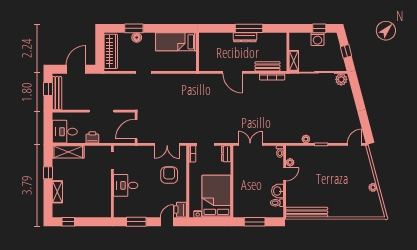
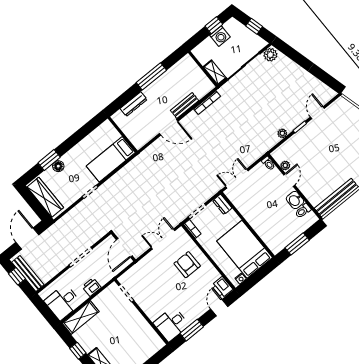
dresser: (245, 37) -> (134, 104), moved
bed: (176, 42) -> (111, 159), moved
bench: (267, 66) -> (185, 105), moved
double door: (167, 144) -> (163, 239), swing flipped
door: (355, 144) -> (317, 113), moved
desk: (126, 185) -> (171, 324), moved

